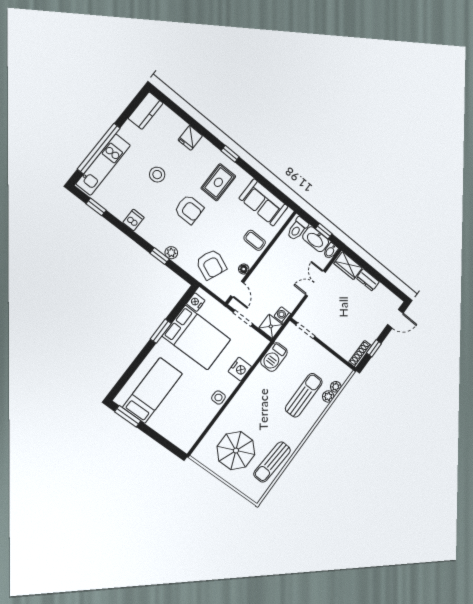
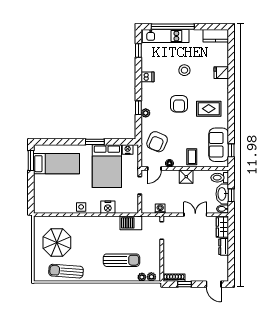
window: (230, 154) -> (231, 150), moved
shower: (271, 326) -> (186, 177), moved
plant: (328, 396) -> (151, 277), moved

